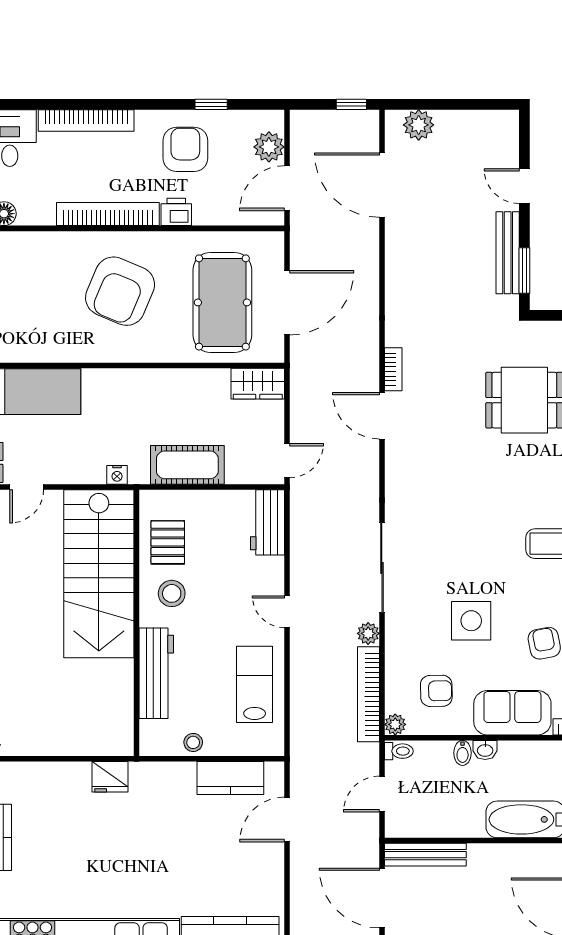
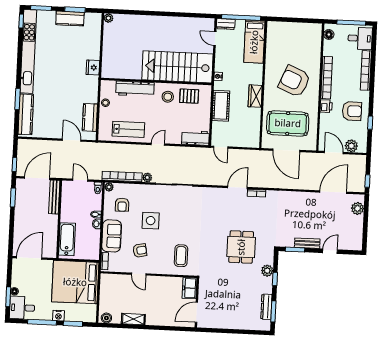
bench: (508, 253) -> (307, 243), width x0.73
wardrobe: (258, 384) -> (255, 96), moved

